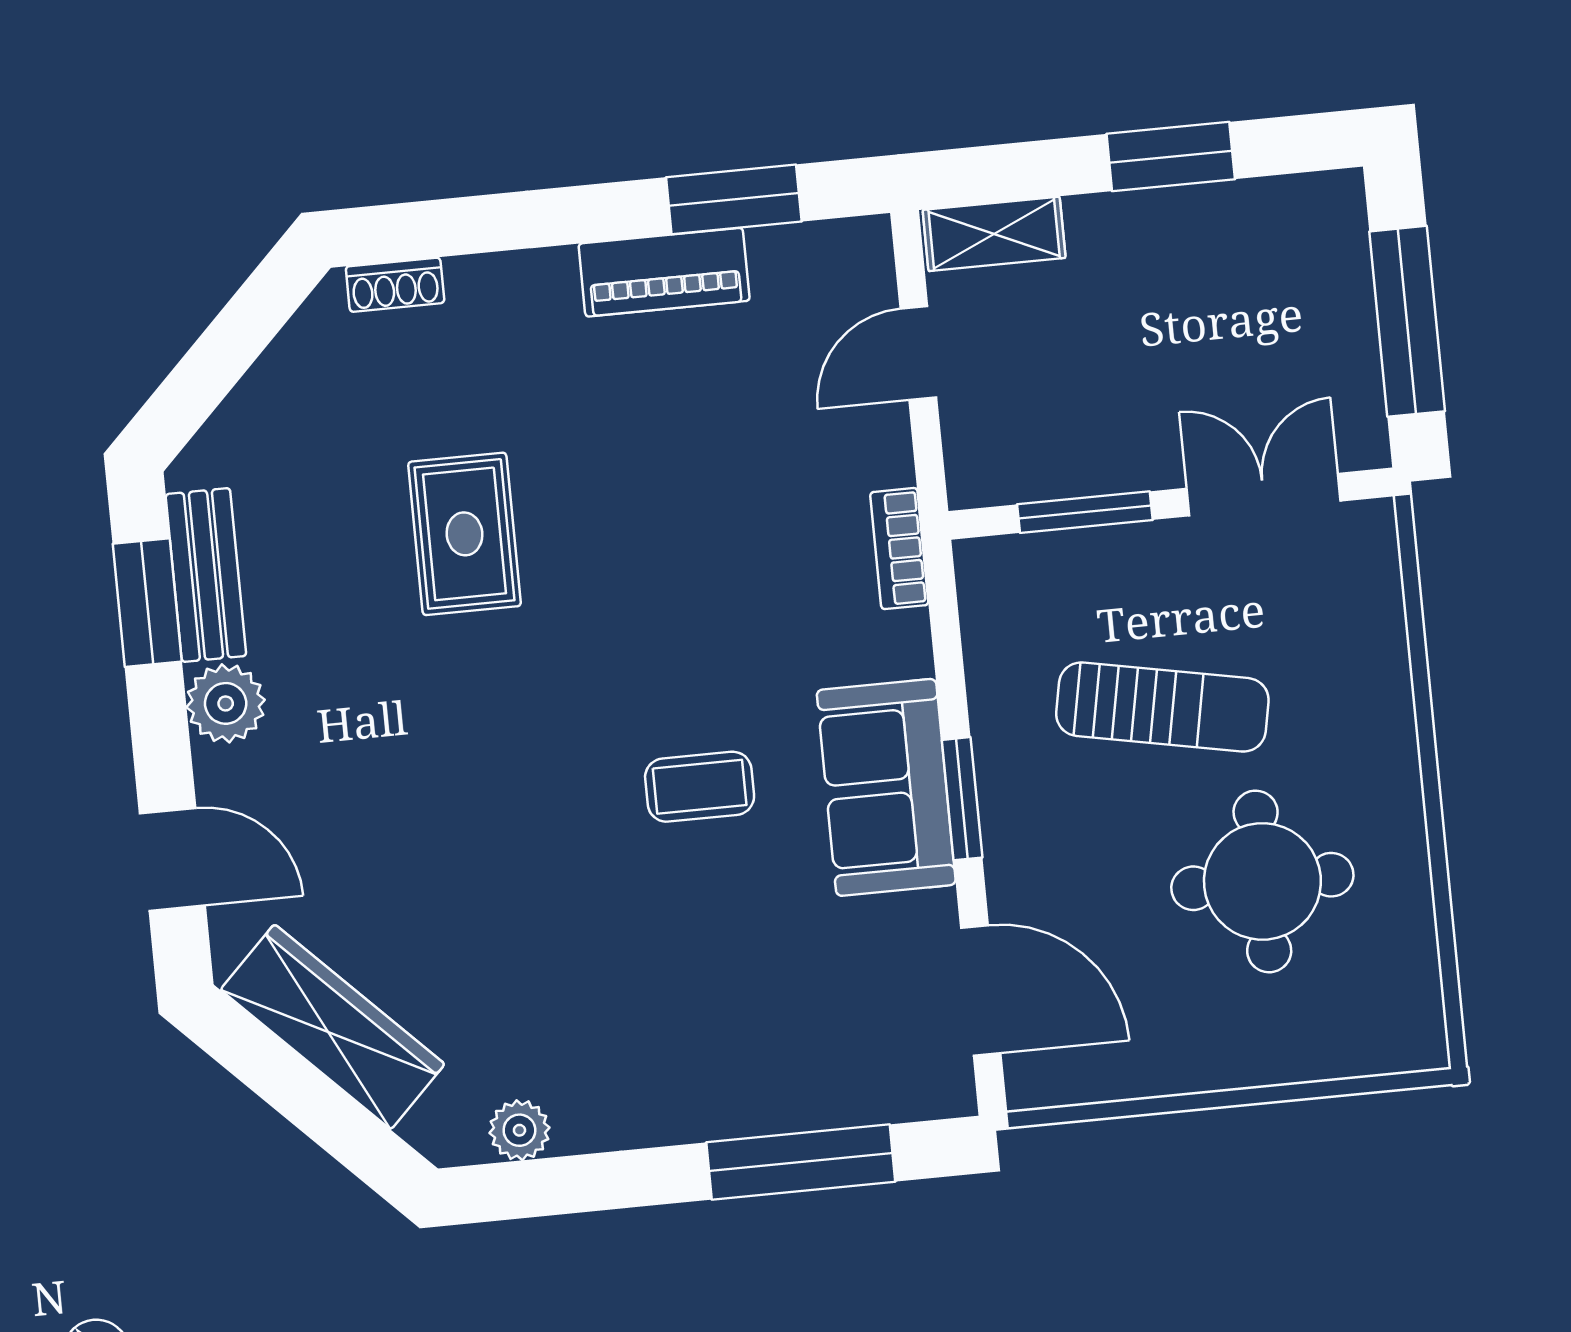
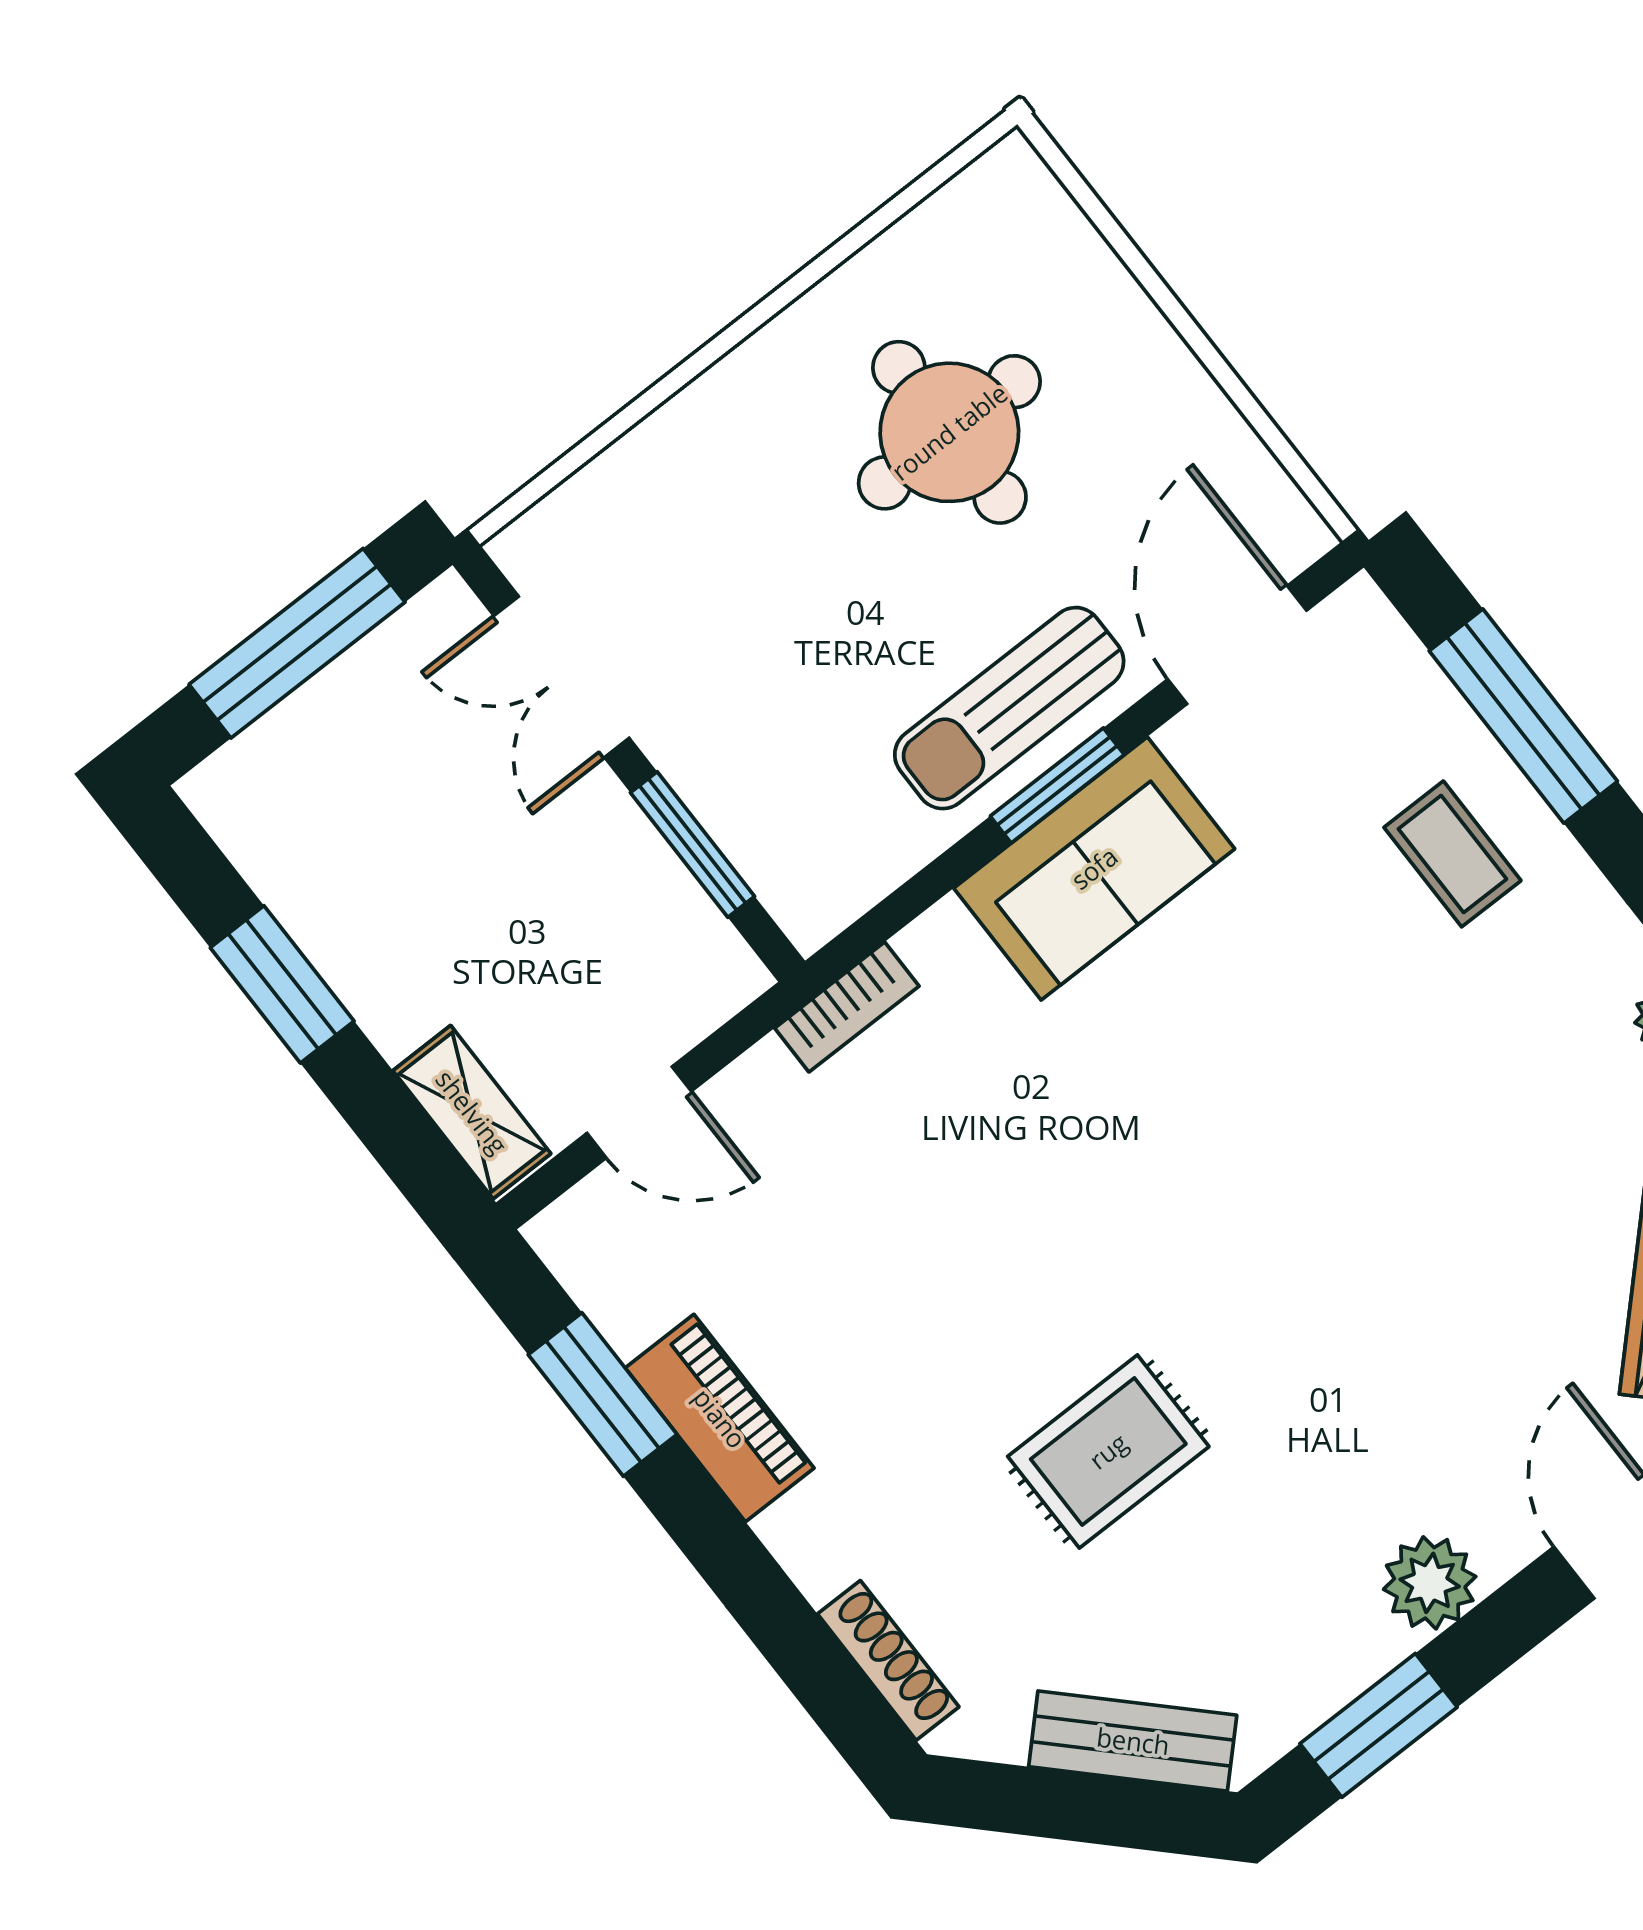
shoe rack: (395, 285) -> (888, 1660), width x1.43
bench: (206, 575) -> (1133, 1741), moved, turned 45
sun lounger: (1162, 707) -> (1009, 708), moved, turned -101
coffee table: (700, 787) -> (1452, 854), moved

